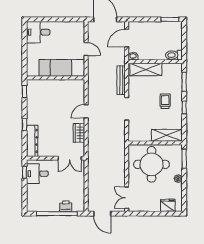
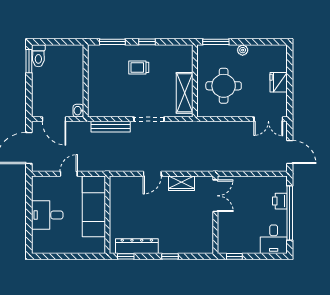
desk: (38, 32) -> (47, 215), moved, turned 90
toilet: (174, 55) -> (38, 56), moved
shelving: (146, 69) -> (96, 93), removed
door: (86, 111) -> (152, 174), hinge flipped
shelving: (167, 135) -> (185, 93), moved
dresser: (32, 141) -> (137, 246), moved
round table: (152, 164) -> (224, 86), width x0.73, depth x0.73
desk: (37, 174) -> (274, 239), moved
fridge: (168, 205) -> (279, 82), moved
door: (102, 214) -> (290, 152), hinge flipped

